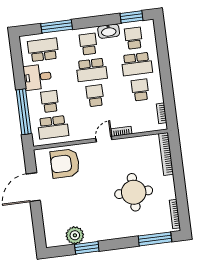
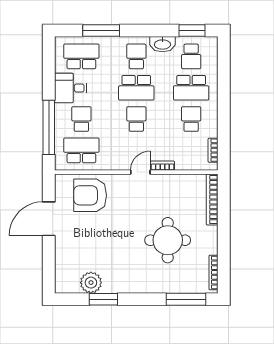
school desk: (134, 38) -> (191, 56), turned 180
school desk: (53, 127) -> (81, 150), turned 180

